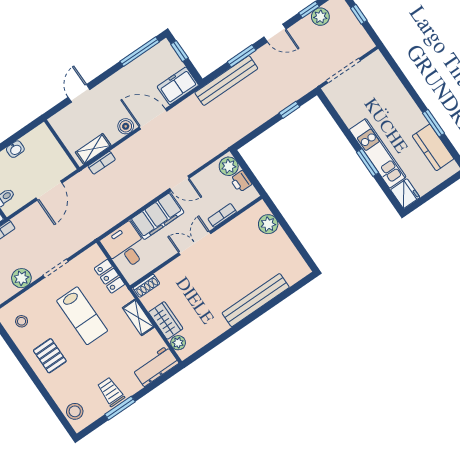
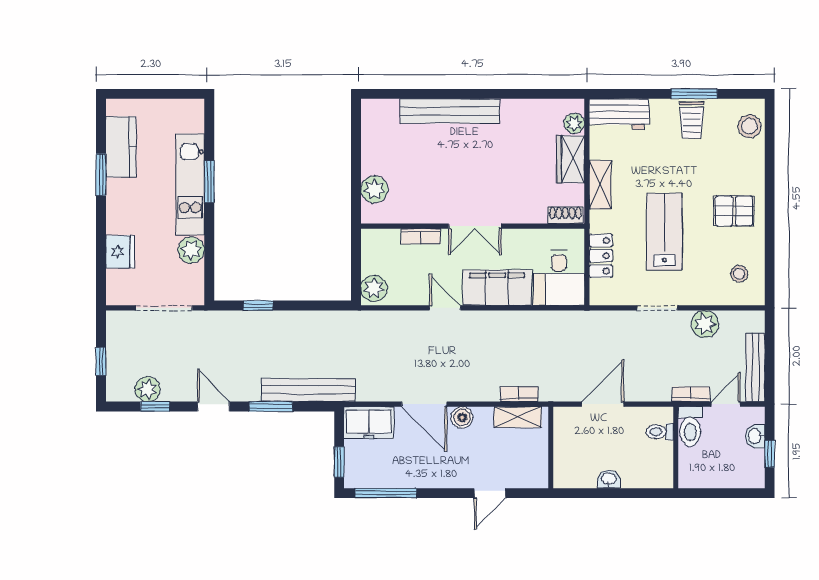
plant: (351, 115) -> (191, 250), added
printer: (241, 181) -> (372, 261), removed
fridge: (405, 194) -> (120, 252), moved, turned 180
pallet: (50, 356) -> (734, 211), turned 90

